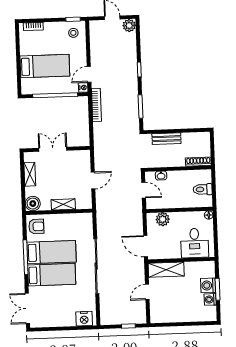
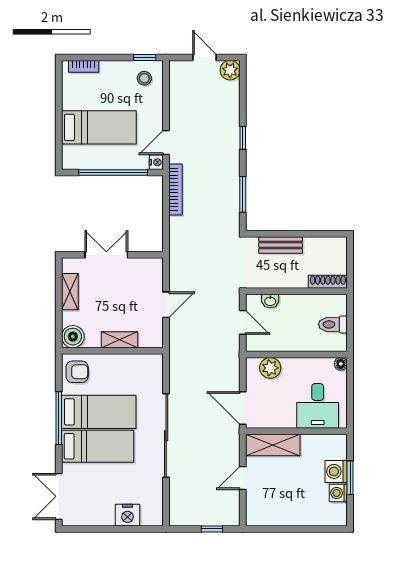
nightstand: (84, 319) -> (128, 515), moved

